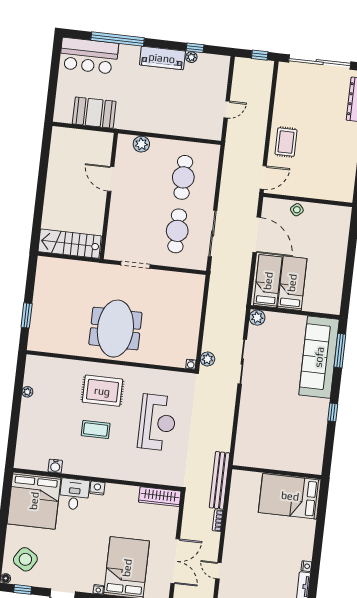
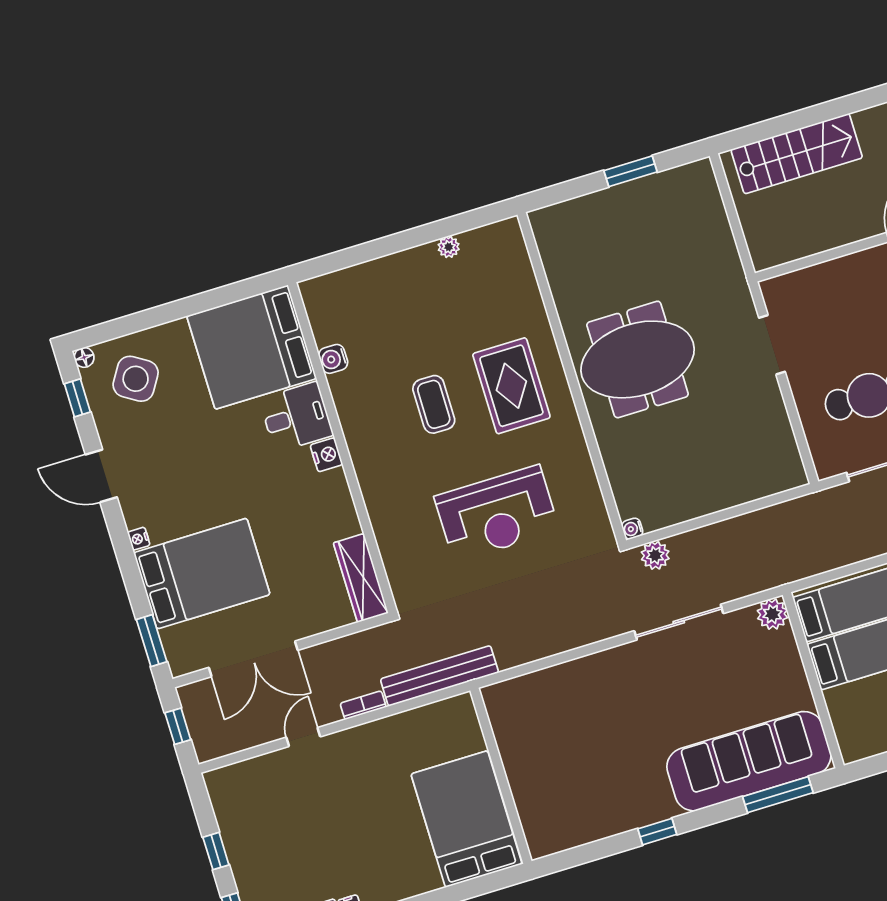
stairs: (70, 244) -> (797, 154), moved, turned 90
window: (27, 315) -> (630, 171), moved
door: (218, 571) -> (303, 737), moved

